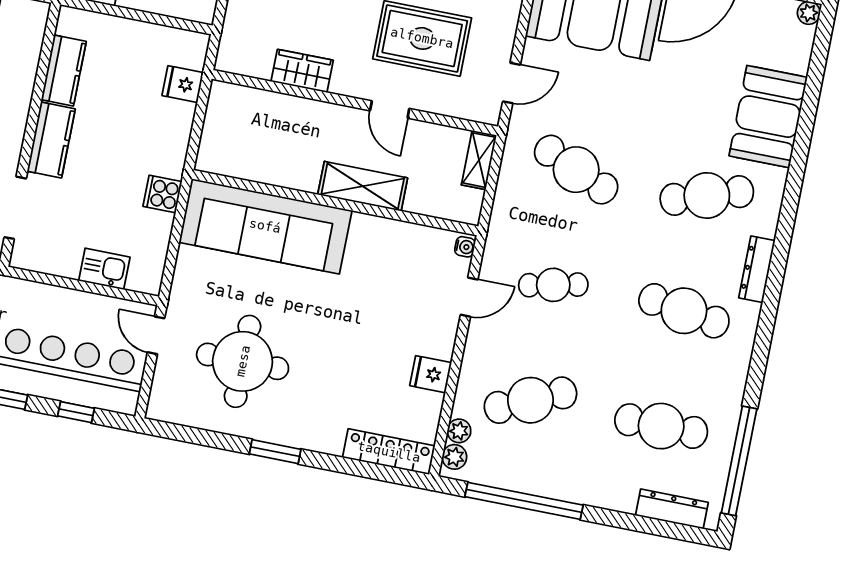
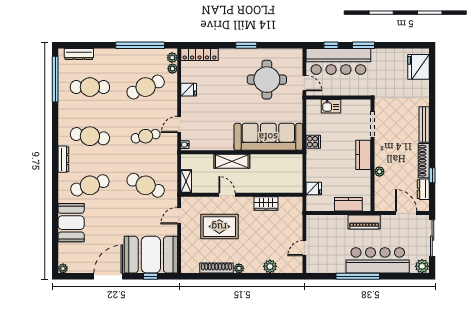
kitchen counter: (64, 71) -> (348, 204), moved, turned 90
plant: (21, 93) -> (379, 172), added

